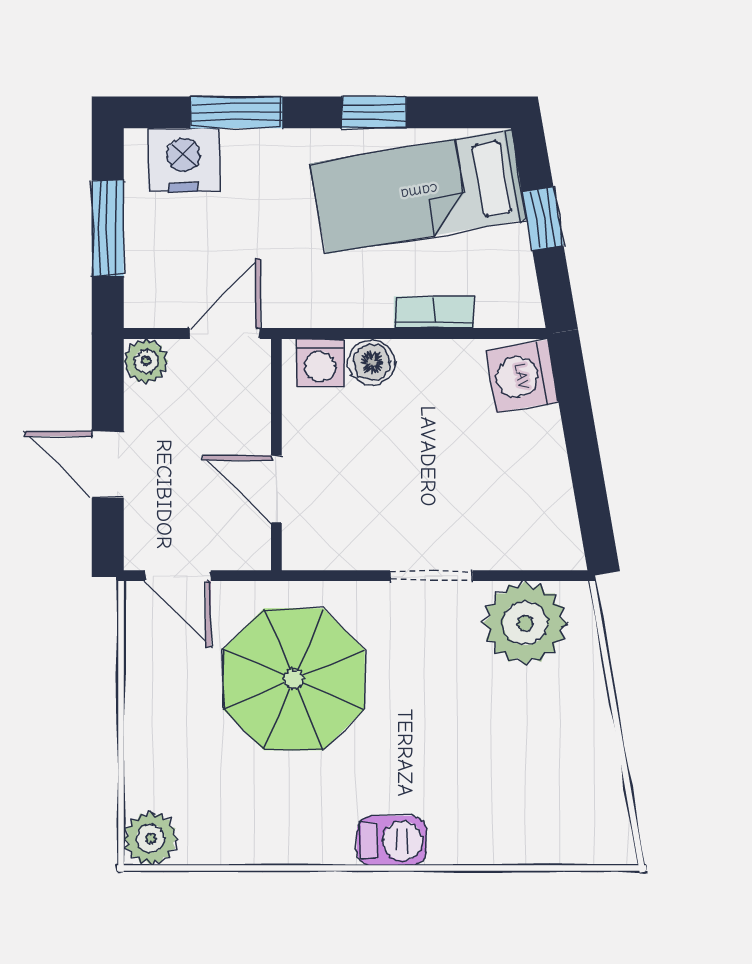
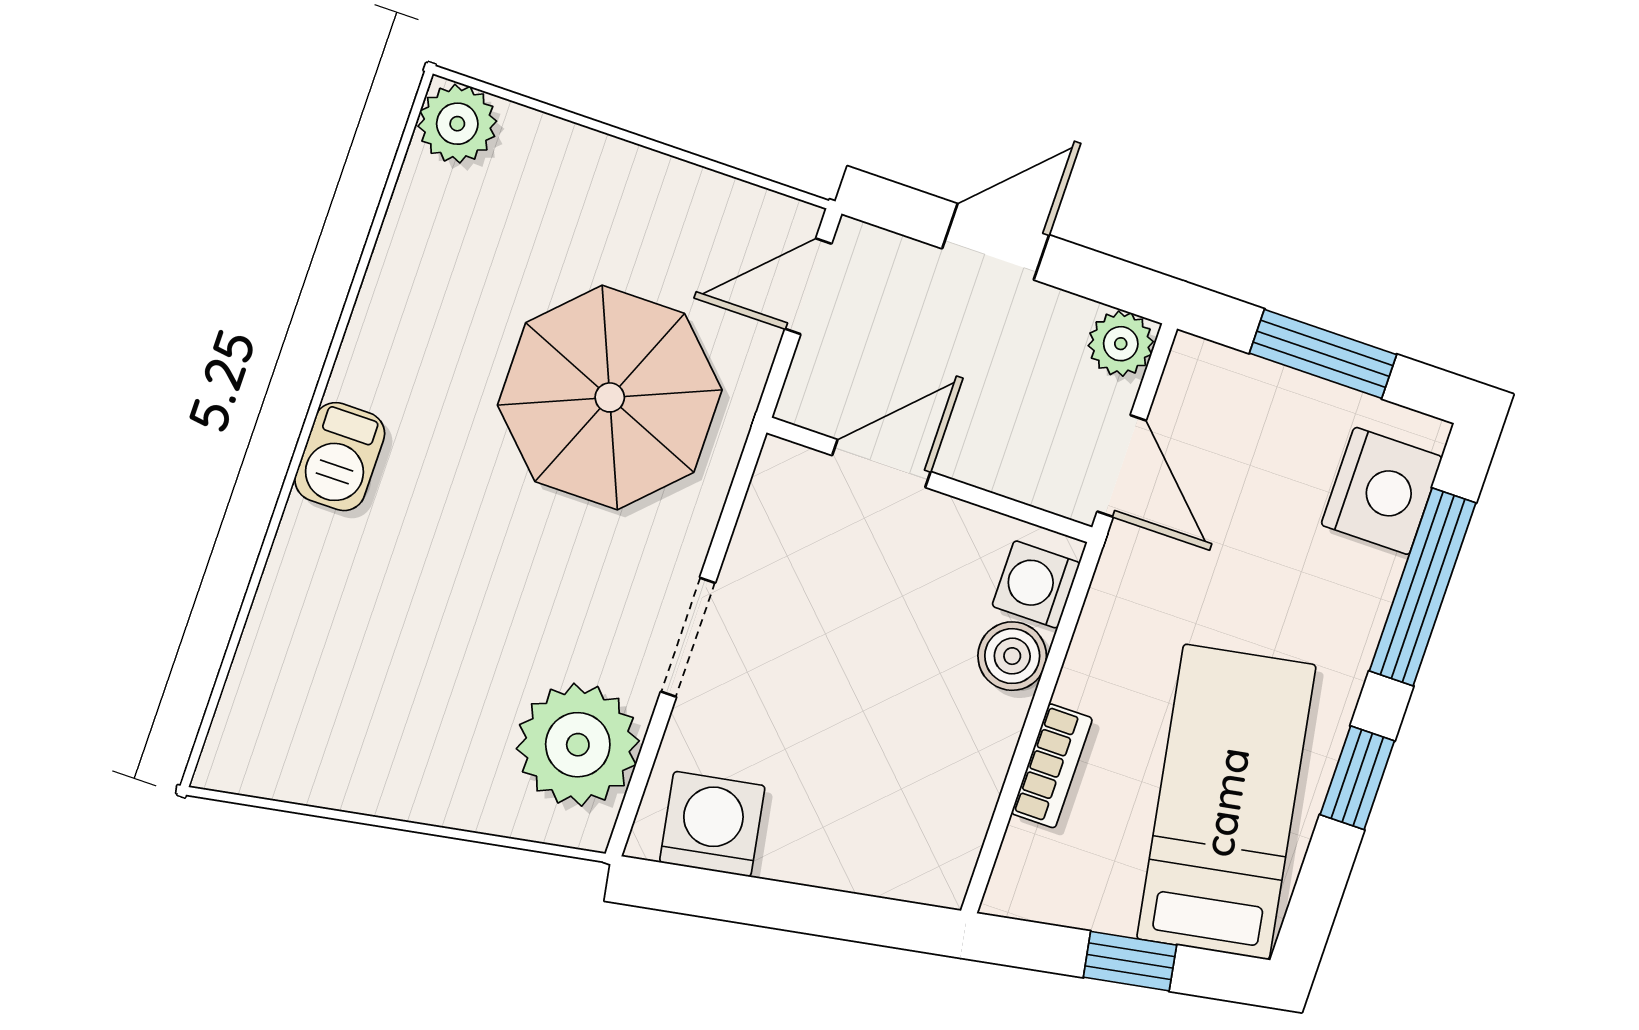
window: (236, 112) -> (1423, 587), width x1.44
washing machine: (522, 376) -> (712, 824), moved

